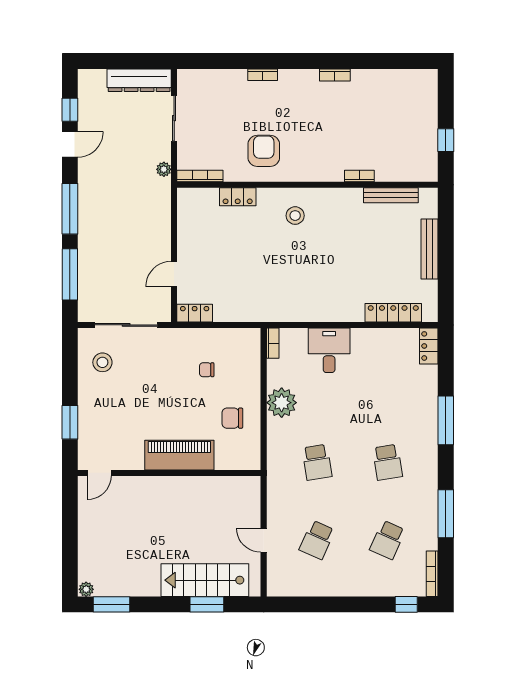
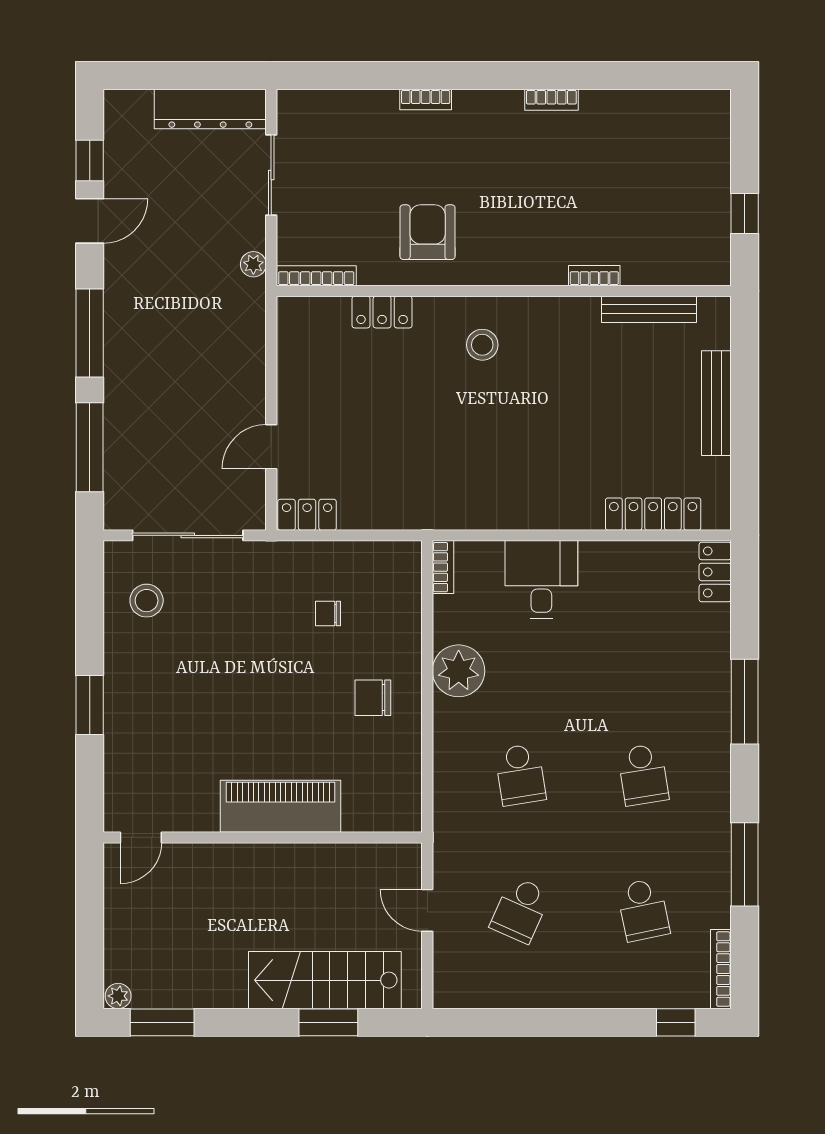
piano: (179, 455) -> (280, 806), moved
door: (99, 473) -> (141, 837), moved
wall: (169, 473) -> (263, 837), moved
school desk: (387, 540) -> (643, 910), turned -36

